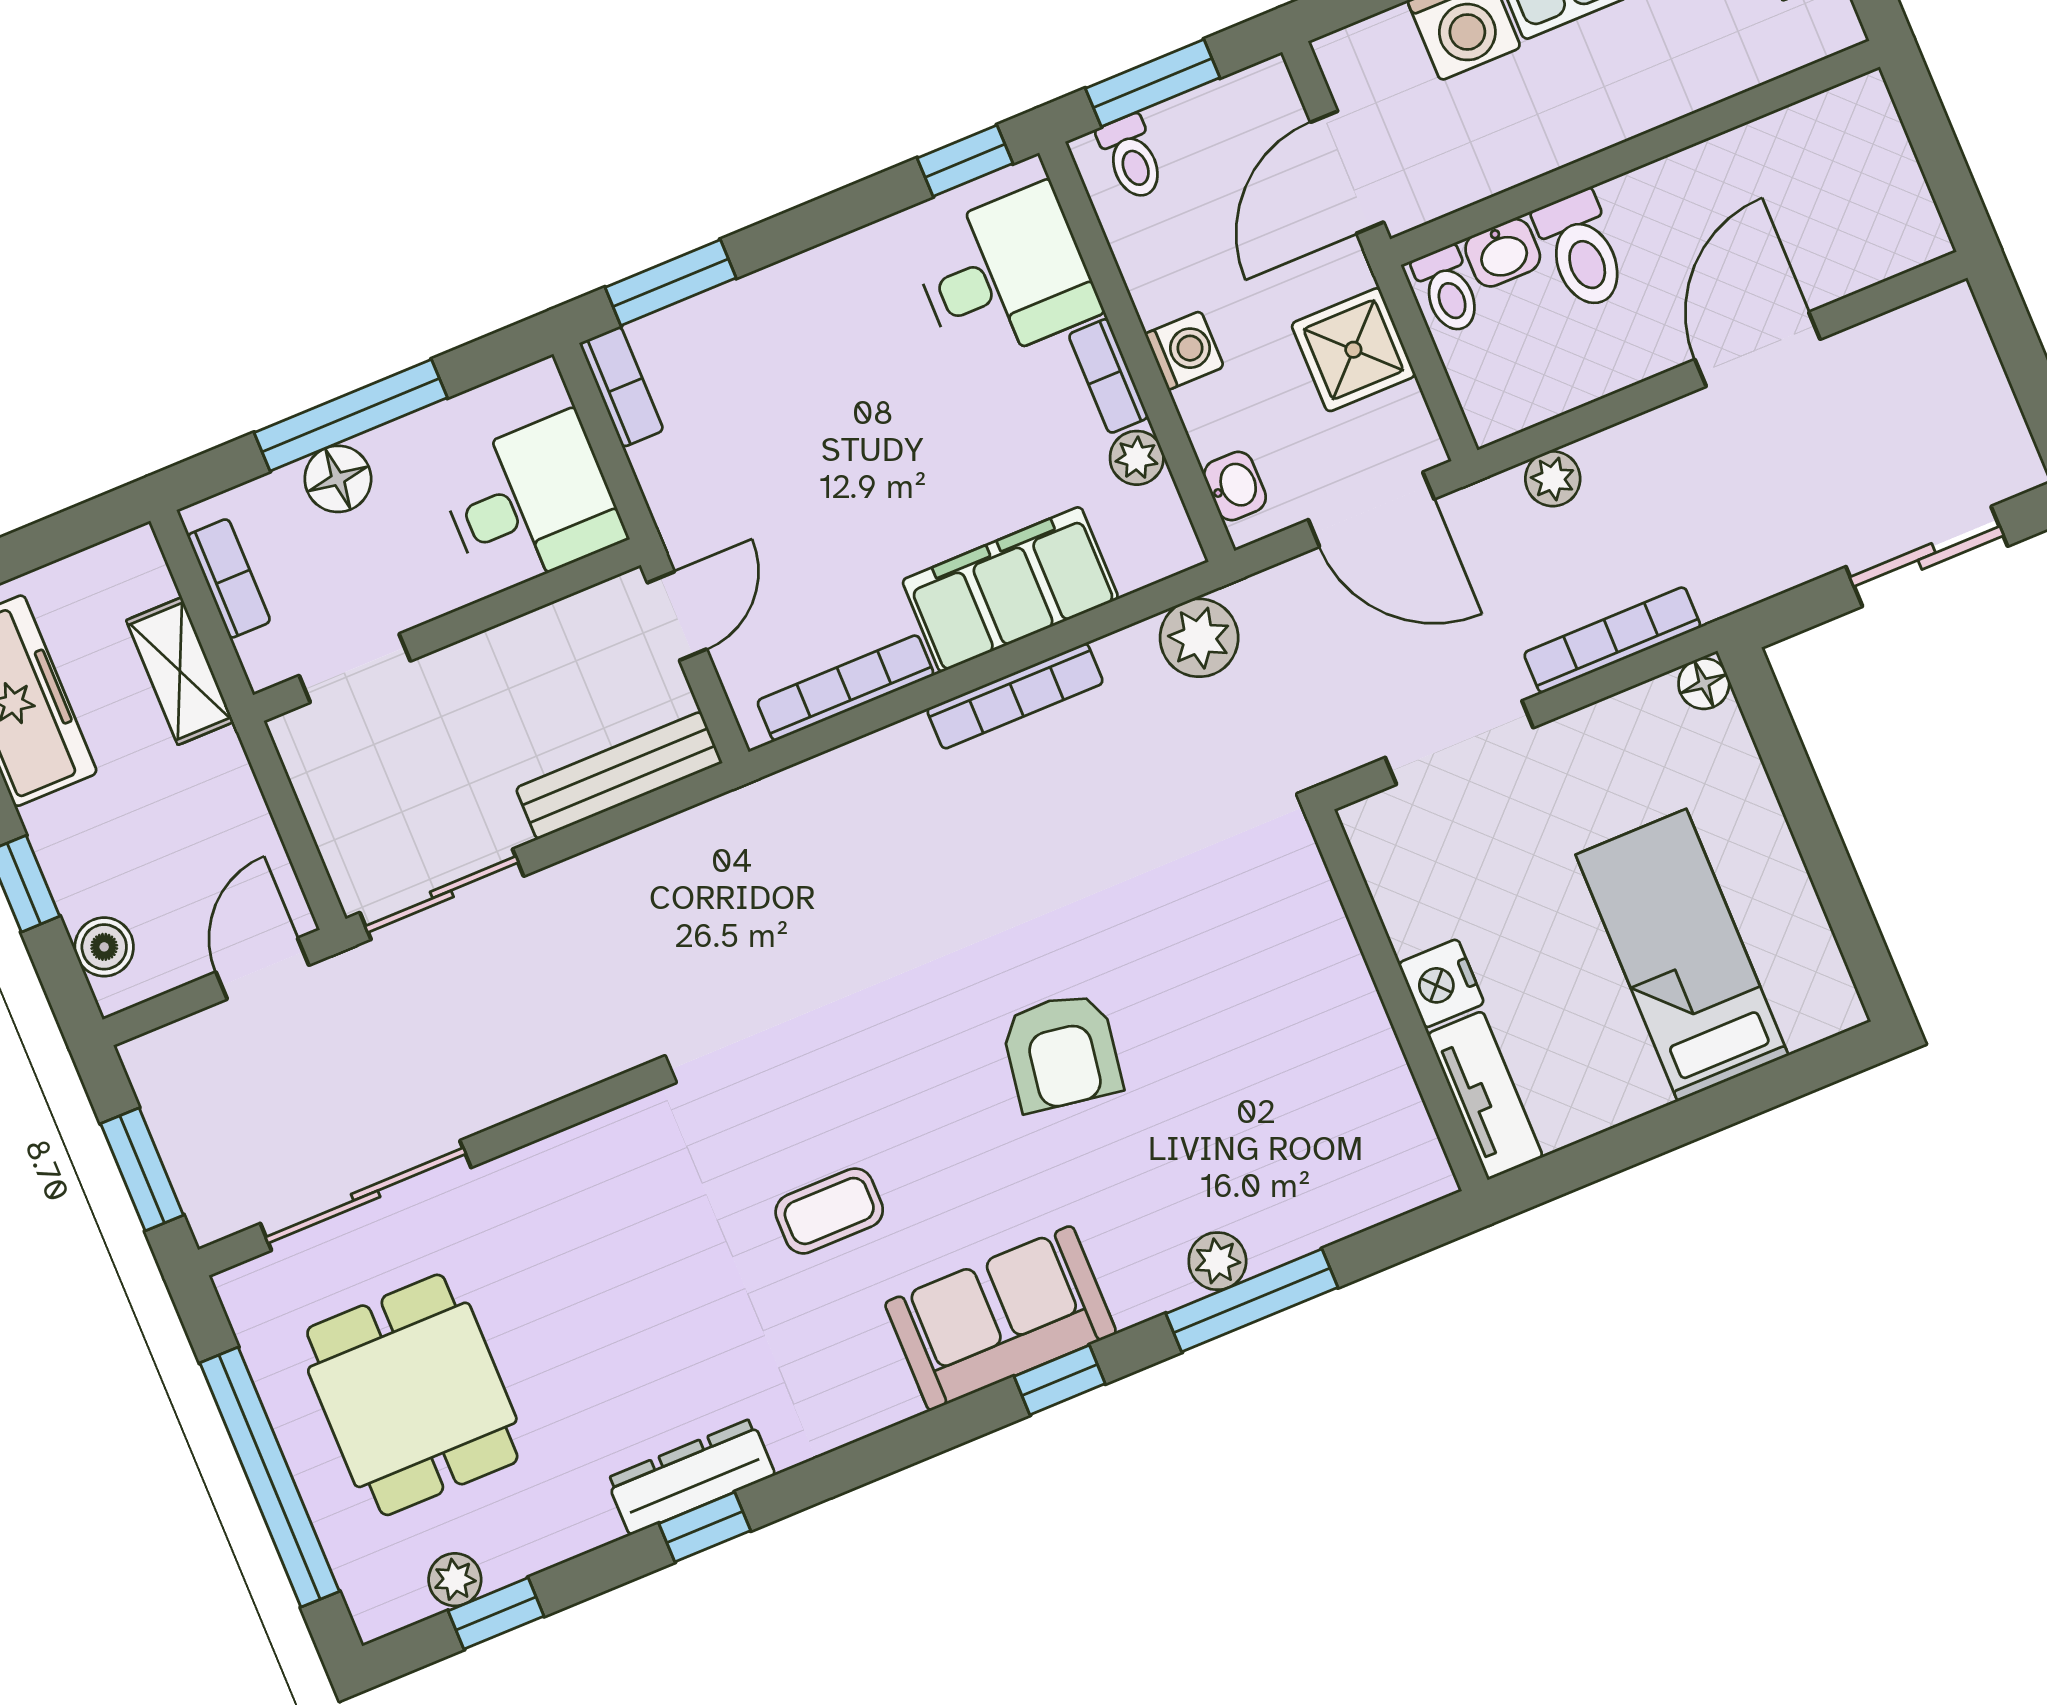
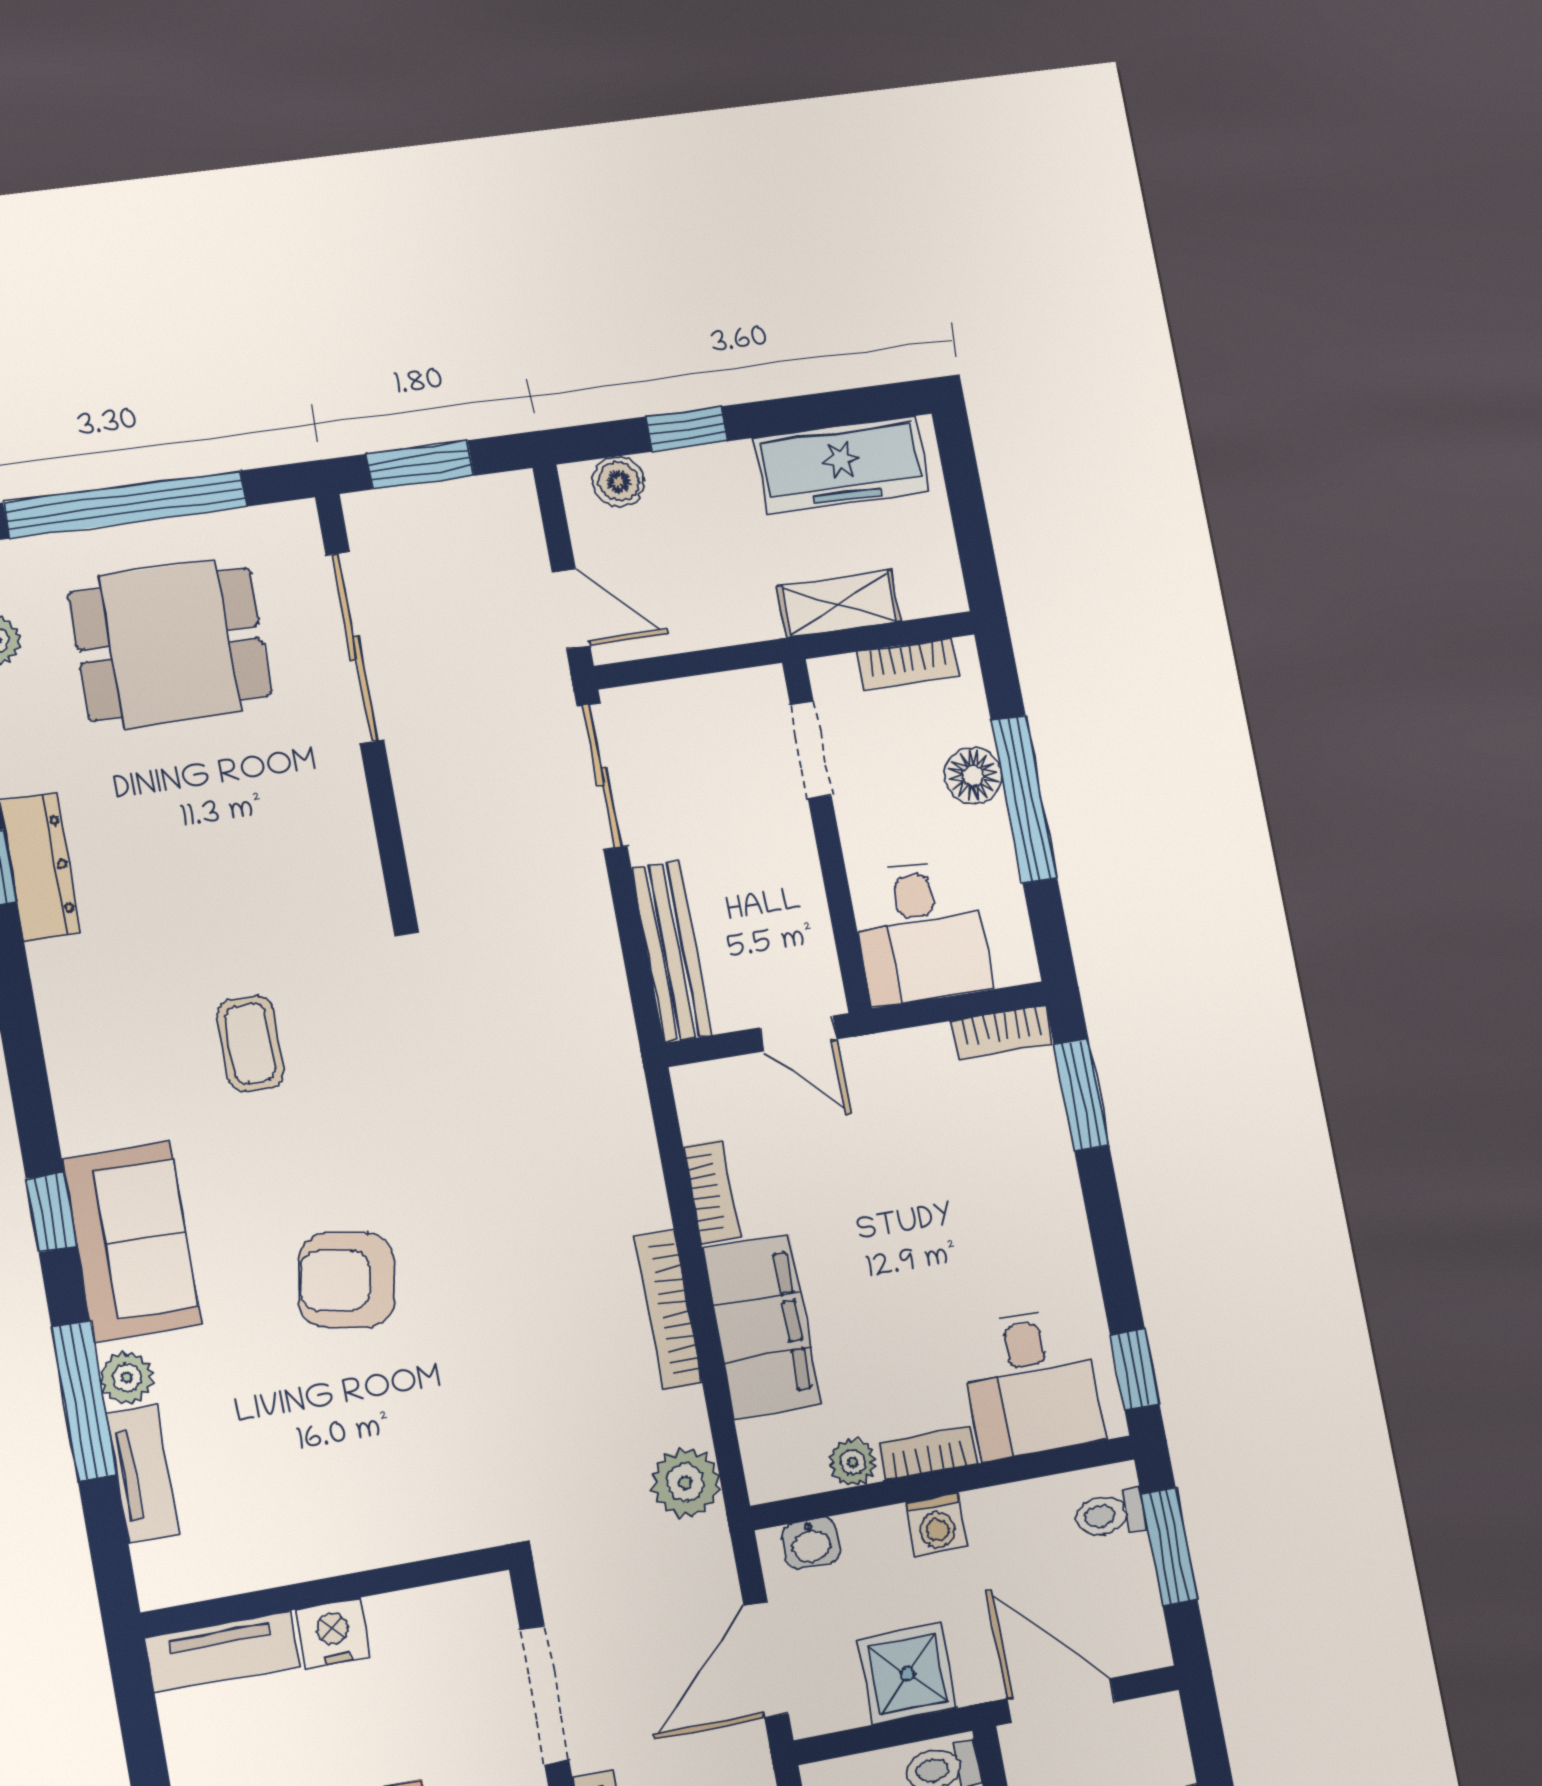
bookcase: (846, 688) -> (712, 1191), width x0.64
tv unit: (1316, 1222) -> (142, 1474), added
sofa: (1001, 1318) -> (132, 1242), moved

